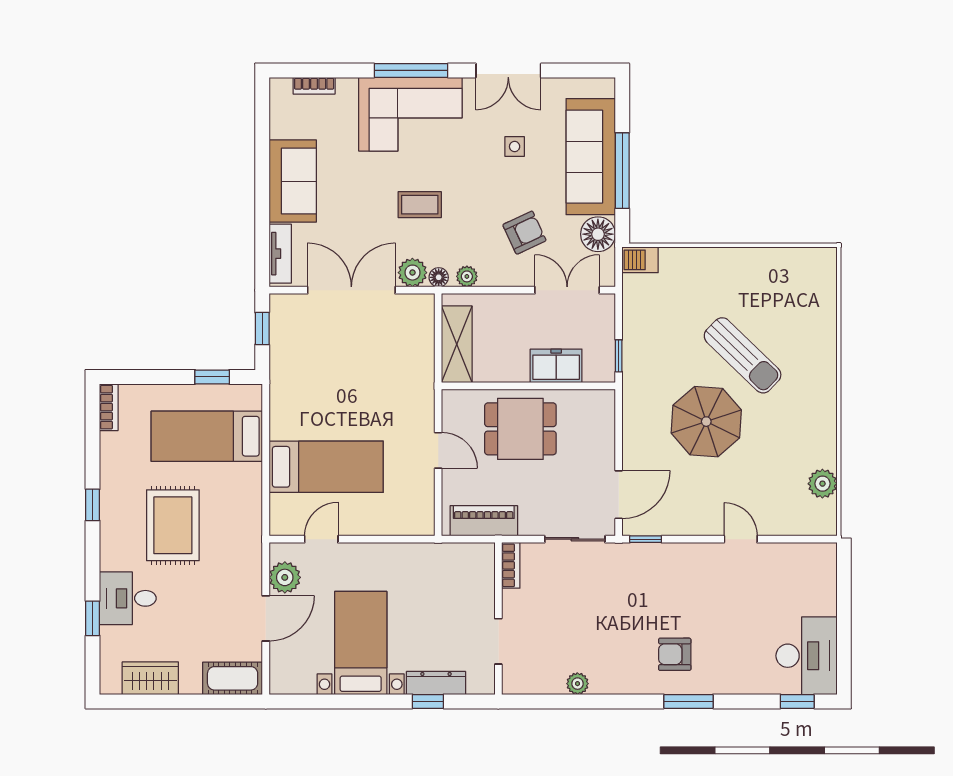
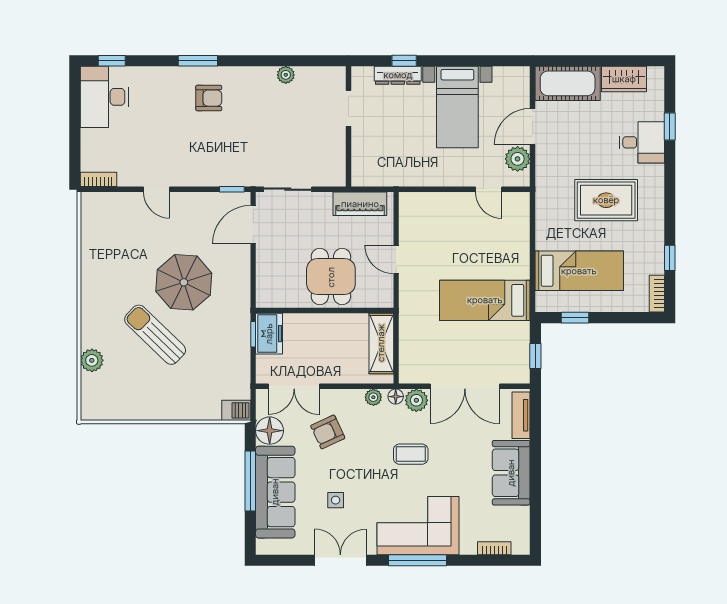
freezer: (556, 366) -> (269, 334), moved, turned -90
dining table: (520, 429) -> (331, 277), turned 90
bed: (326, 467) -> (485, 300), moved
plant: (822, 484) -> (92, 360), moved
window: (93, 505) -> (670, 258), moved
rug: (173, 525) -> (606, 200), turned 90
door: (321, 539) -> (489, 189), hinge flipped
bookcase: (511, 565) -> (98, 179), moved, turned 90
cot: (233, 678) -> (568, 83), width x1.37, depth x1.34

